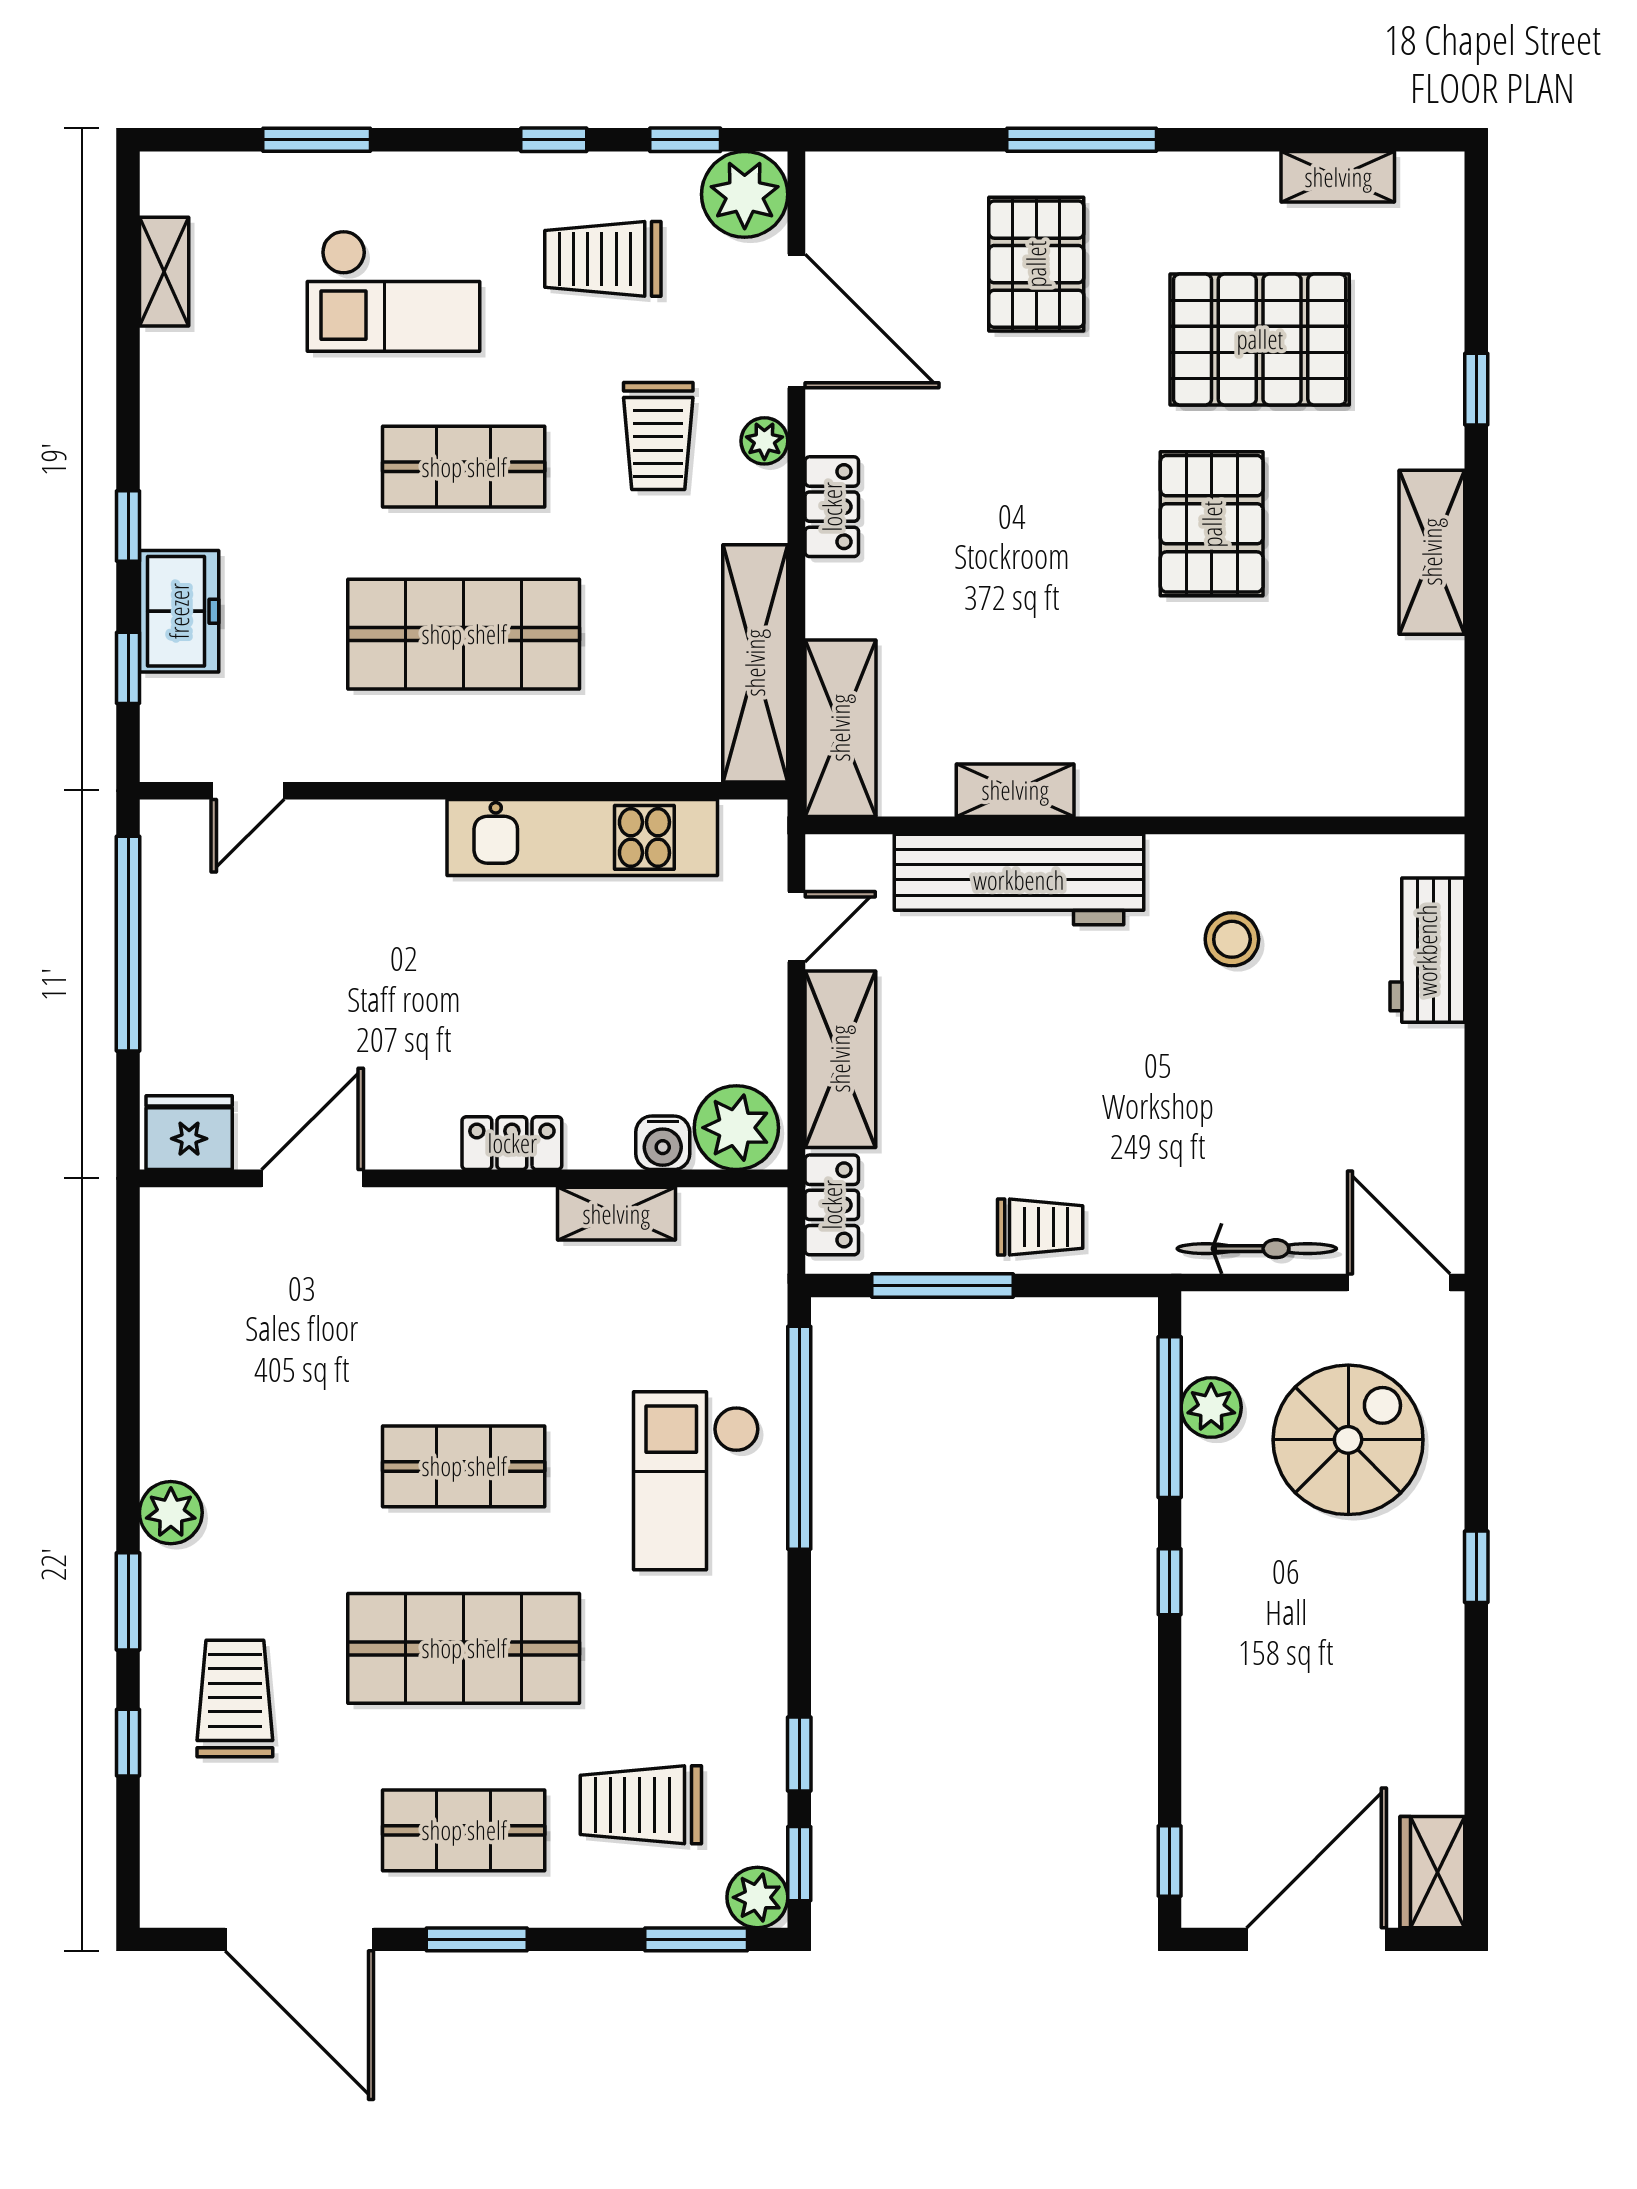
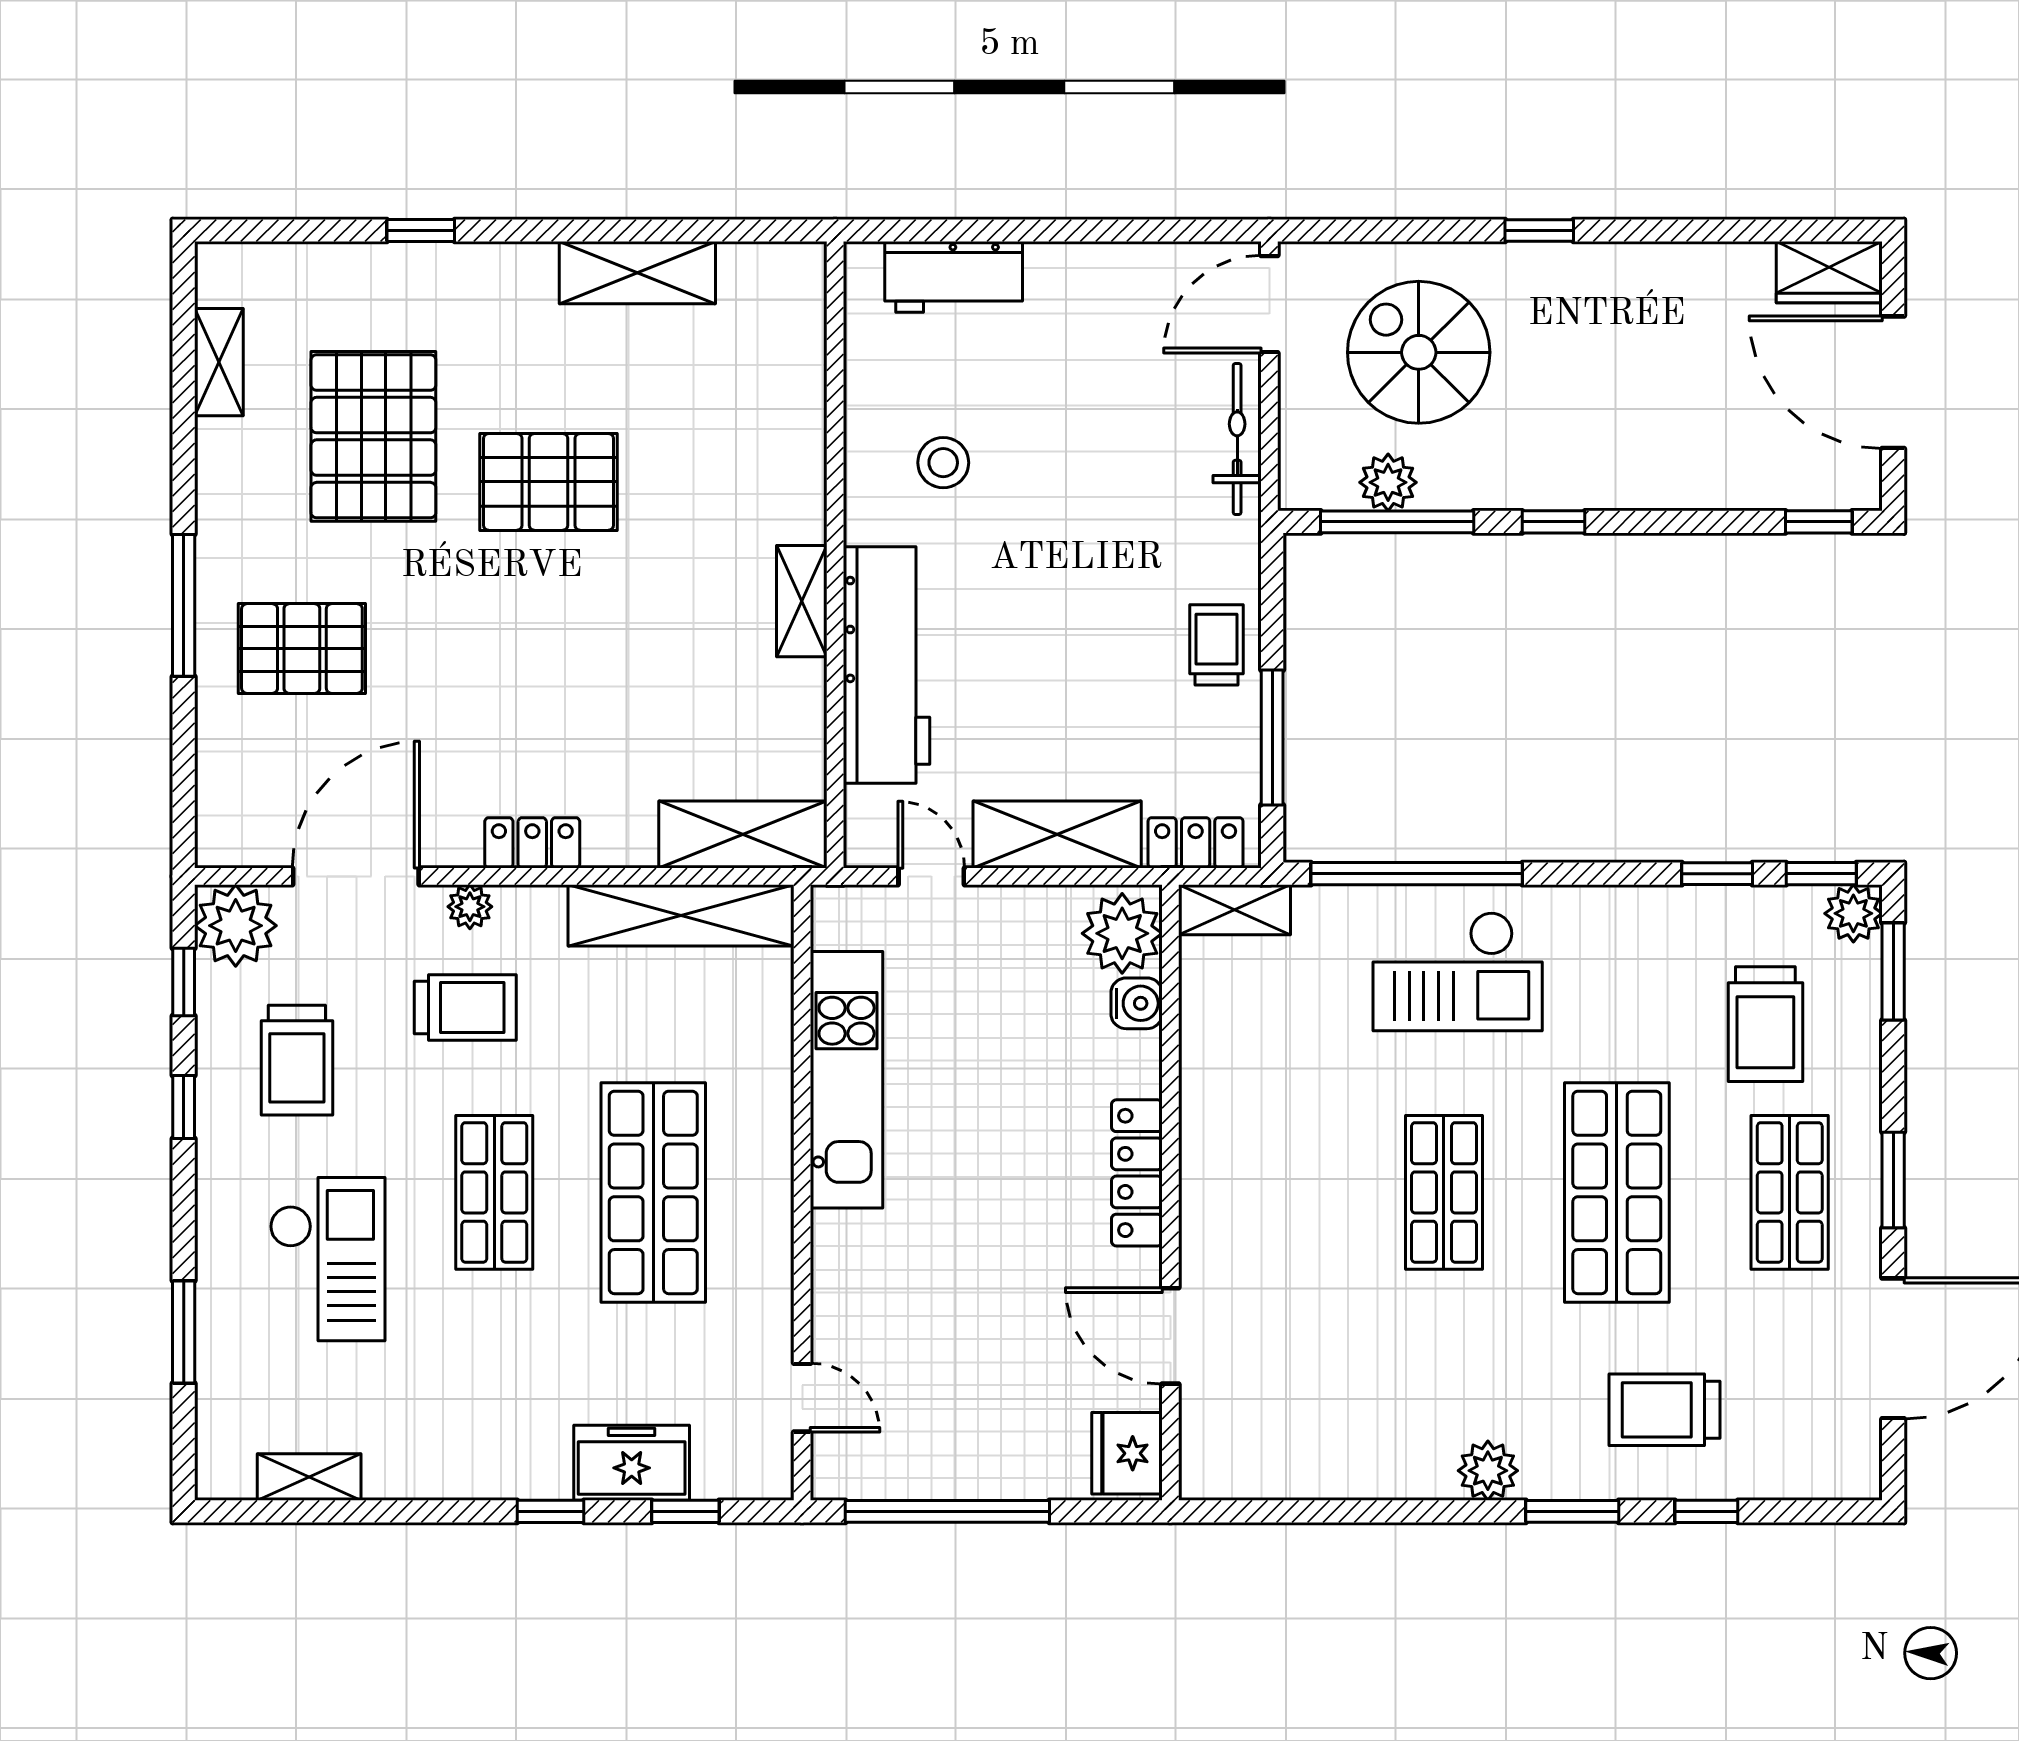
shelving: (1432, 552) -> (637, 273), moved
shelving: (1015, 790) -> (802, 601), moved
locker: (512, 1143) -> (1137, 1173), width x1.53
shelving: (616, 1214) -> (1235, 910), moved, turned 90

